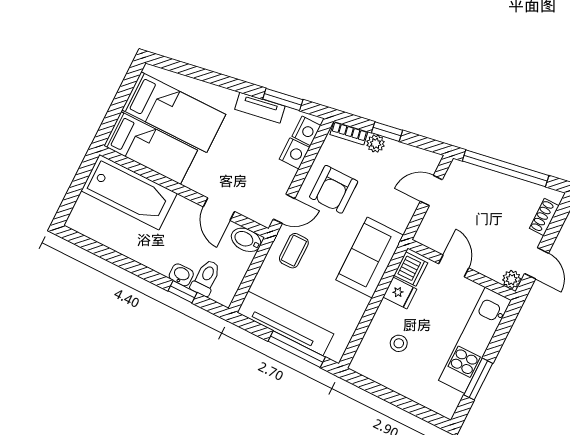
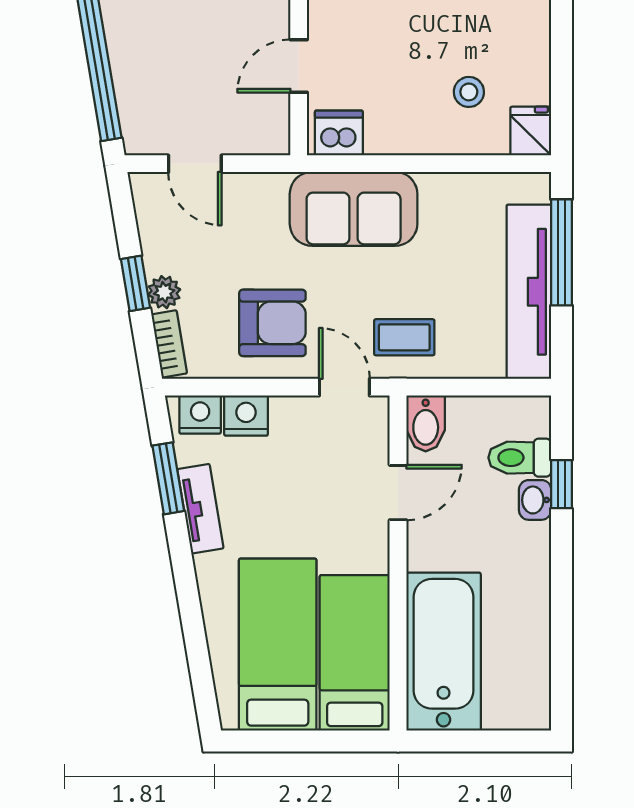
fridge: (400, 293) -> (531, 131), moved

